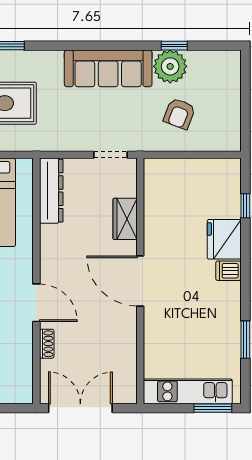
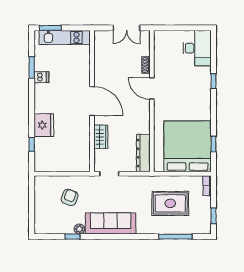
plant: (170, 66) -> (79, 229), width x0.53, depth x0.53
dishwasher: (228, 271) -> (41, 77), moved
double door: (80, 408) -> (127, 28), width x0.73

